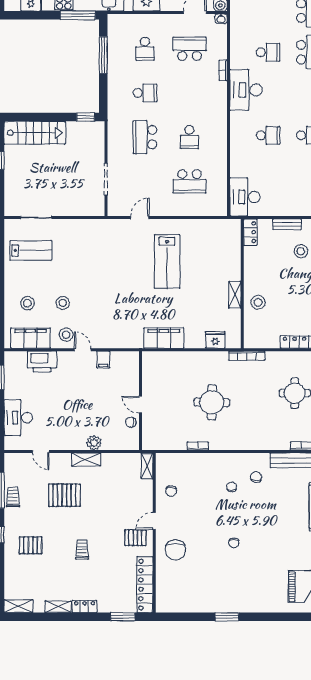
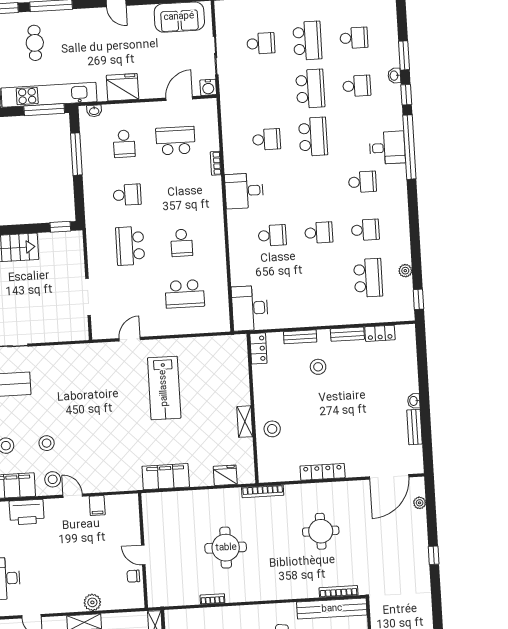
washbasin: (221, 19) -> (94, 111), moved
desk: (246, 90) -> (244, 191), width x0.73

